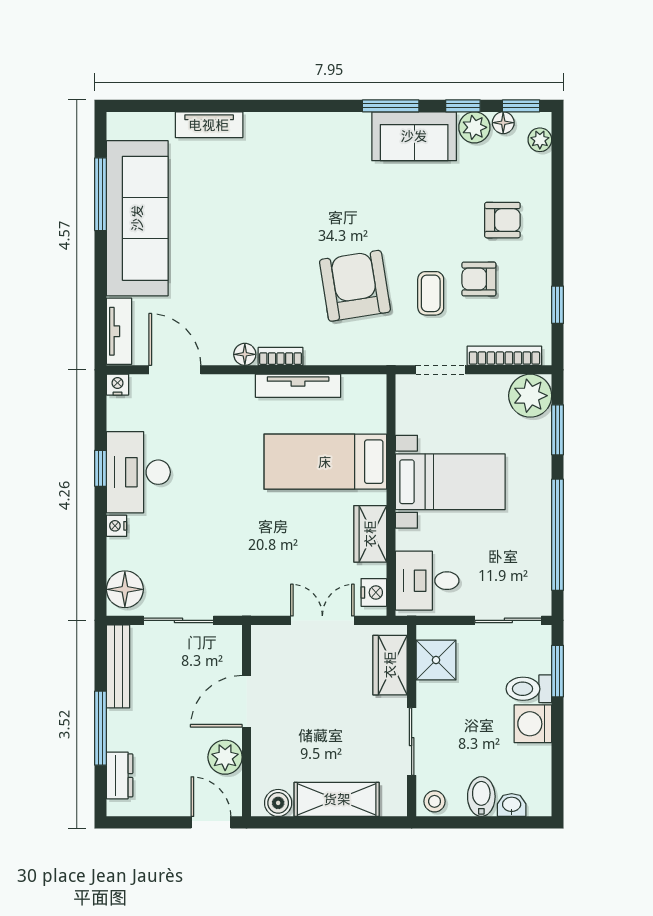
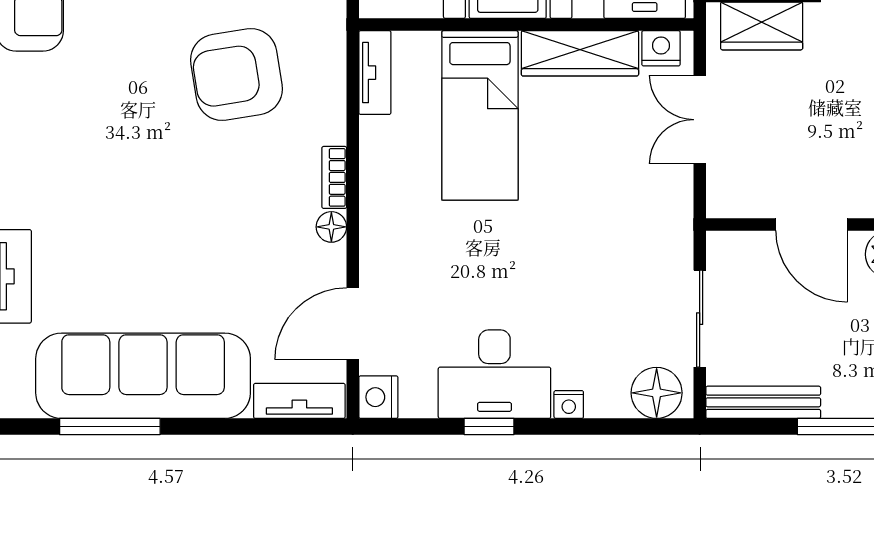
nightstand: (118, 385) -> (378, 397), width x1.39, depth x1.35
tv unit: (298, 386) -> (375, 73), moved, width x0.71
wardrobe: (370, 534) -> (580, 53), width x1.50

